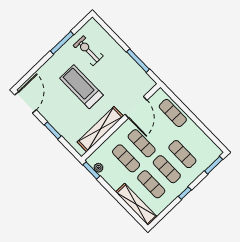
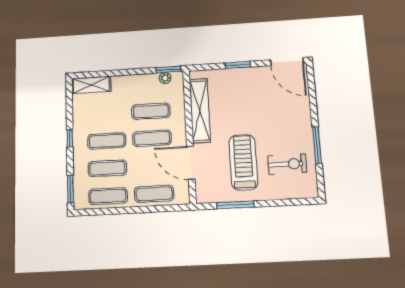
treadmill: (82, 87) -> (243, 162), moved, turned -90
exercise mat: (151, 184) -> (108, 196), moved
shelving: (136, 204) -> (91, 85), width x0.68

